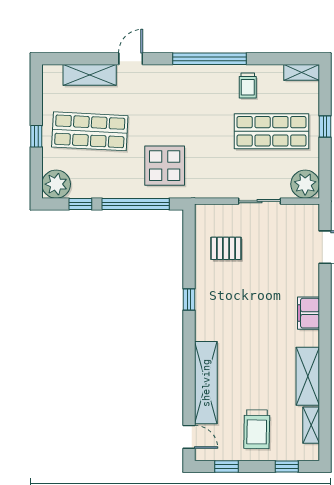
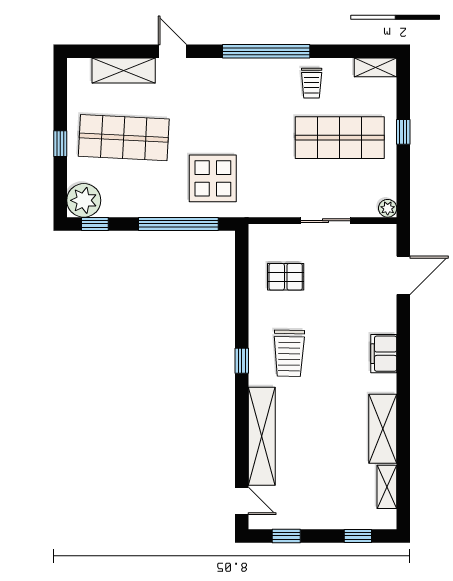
door: (131, 59) -> (172, 51), hinge flipped
plant: (305, 184) -> (388, 208), width x0.53, depth x0.53
window: (80, 204) -> (95, 224), moved
window: (189, 300) -> (242, 361), moved
trolley: (257, 429) -> (289, 353), moved

